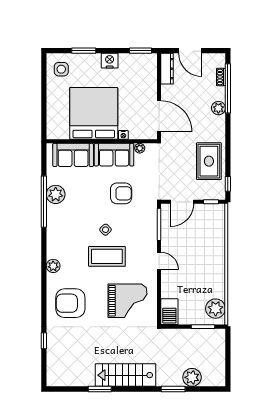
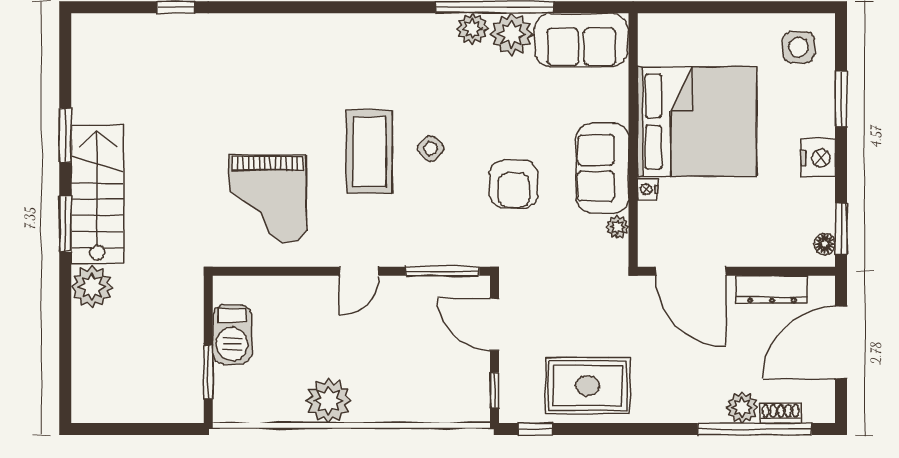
door: (190, 51) -> (841, 343), width x1.36
floor lamp: (147, 58) -> (825, 244), added
dresser: (167, 69) -> (772, 290), moved
plant: (218, 108) -> (742, 407), moved
door: (159, 116) -> (691, 271), hinge flipped
sofa: (73, 155) -> (581, 40), moved, turned -90
plant: (53, 266) -> (472, 29), moved
armchair: (70, 303) -> (262, 68), removed
plant: (216, 309) -> (328, 401), moved
barbecue: (169, 312) -> (232, 334), moved, turned -90
plant: (192, 377) -> (92, 287), moved
window: (173, 389) -> (65, 224), moved

